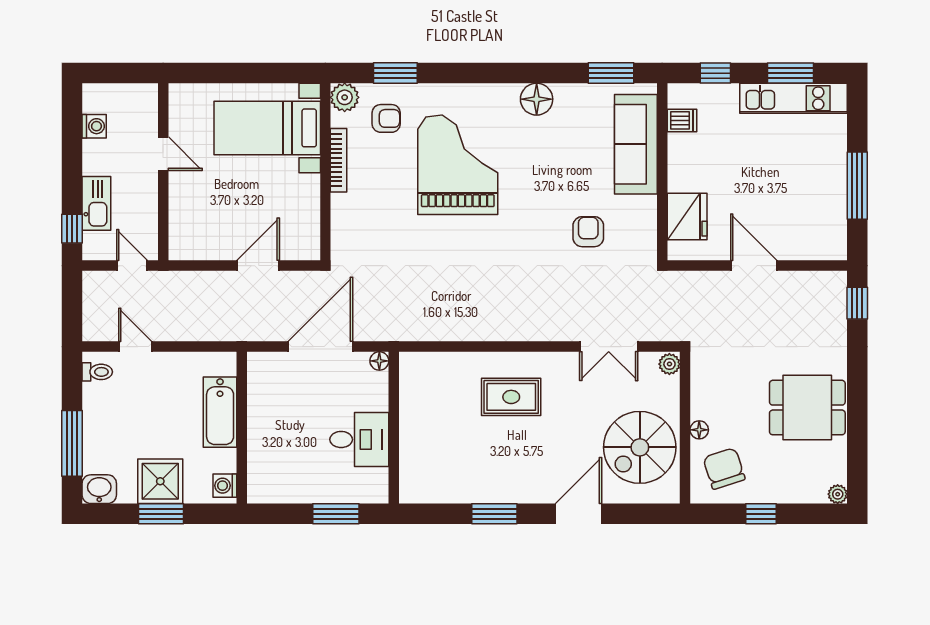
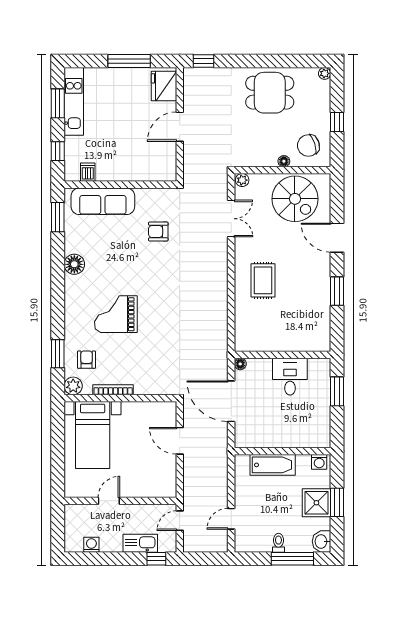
grand piano: (458, 165) -> (116, 314), width x0.73, depth x0.68
fridge: (687, 217) -> (164, 86), moved, turned -90
toilet: (97, 372) -> (278, 543), moved
dining table: (807, 408) -> (270, 93), turned 90

